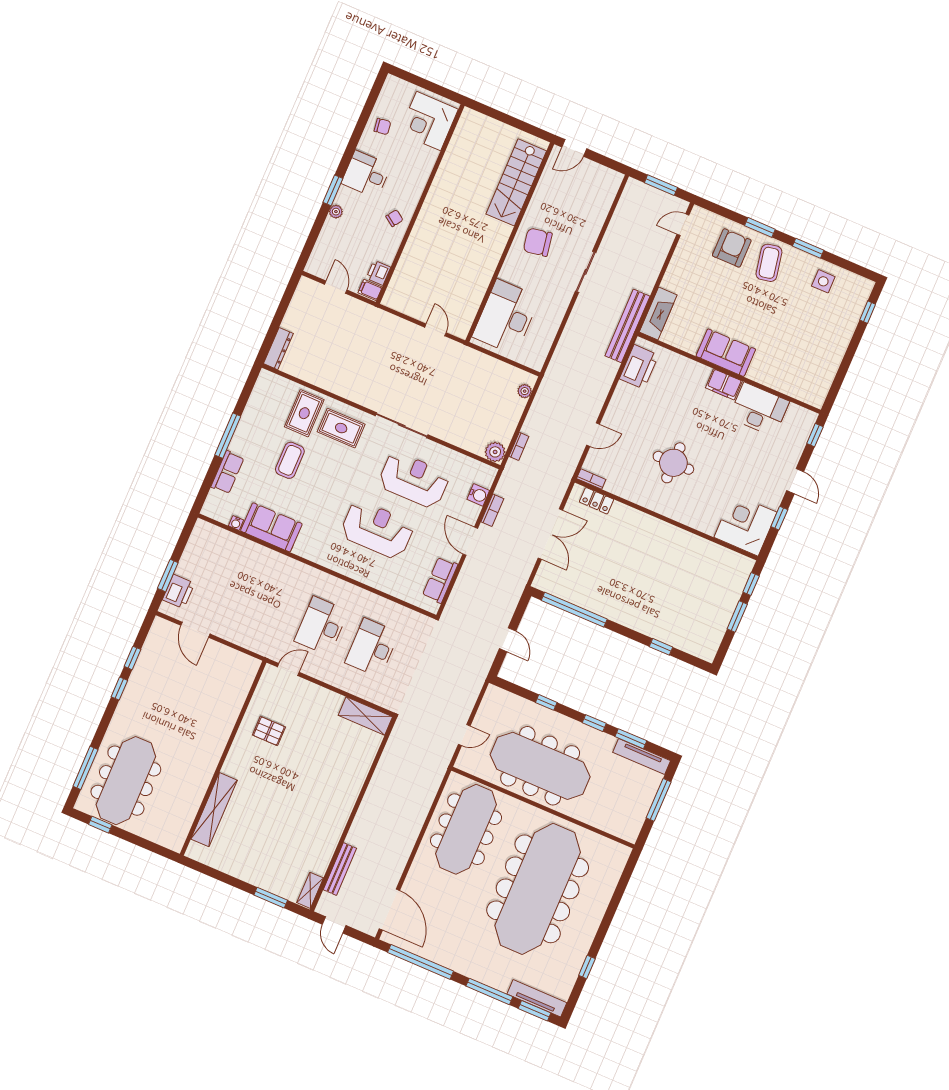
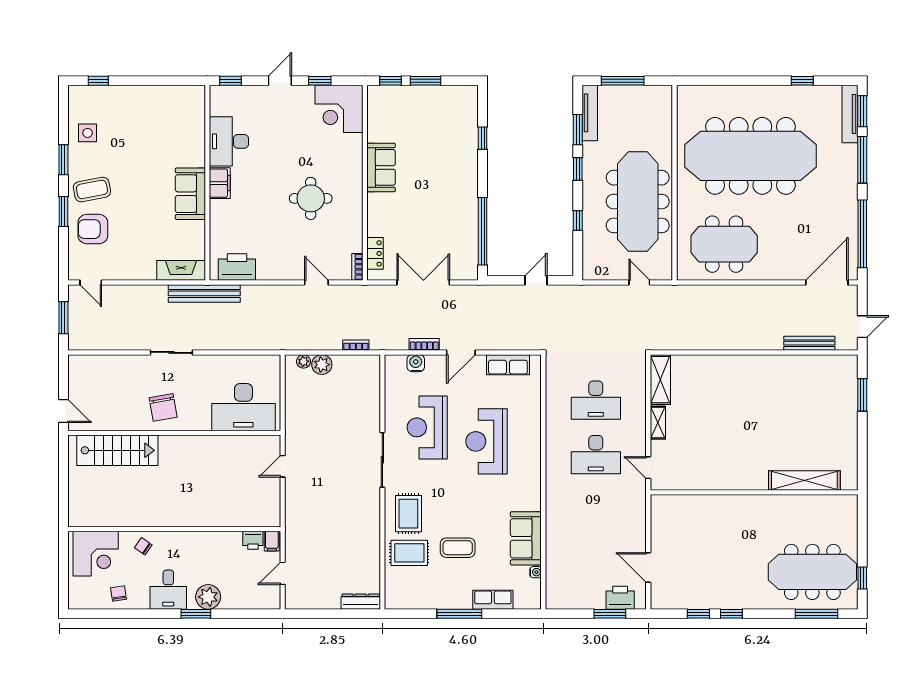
plant: (336, 212) -> (208, 597), width x1.88, depth x1.88
chair: (394, 218) -> (143, 546), moved
plant: (495, 452) -> (322, 365), moved
sofa: (674, 541) -> (381, 167), added
door: (195, 630) -> (648, 568), swing flipped
pallet: (269, 731) -> (712, 461), removed
meeting table: (466, 829) -> (724, 244), width x0.73
shelving: (310, 890) -> (658, 423), moved, turned 90

